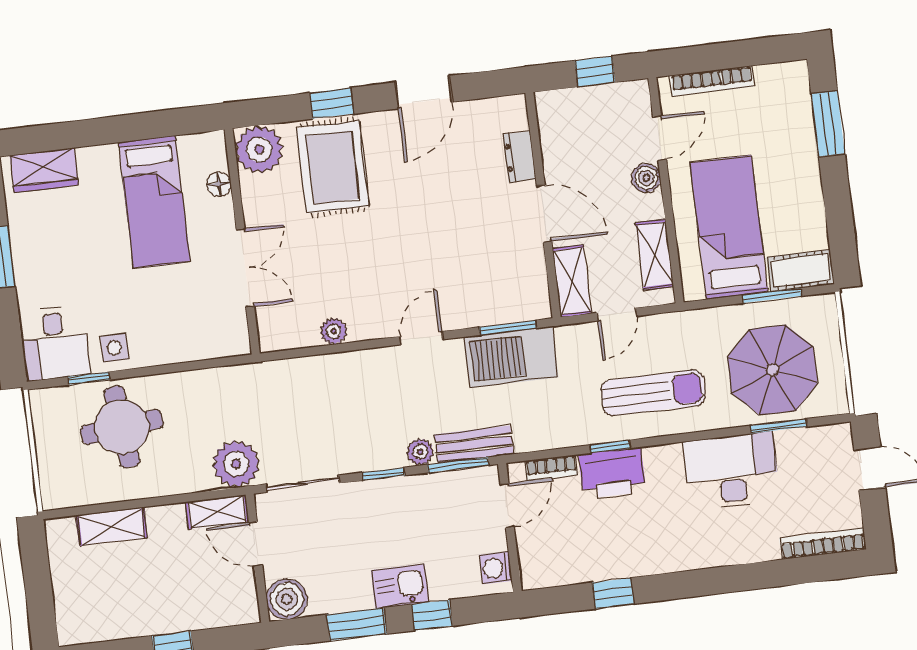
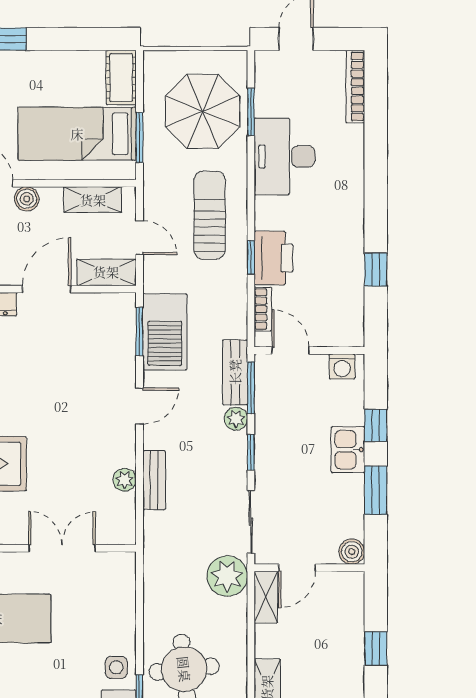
window: (772, 296) -> (139, 137), moved
door: (421, 338) -> (139, 406), swing flipped
bench: (337, 365) -> (154, 480), added
boiler: (287, 599) -> (352, 552), width x0.73, depth x0.73

